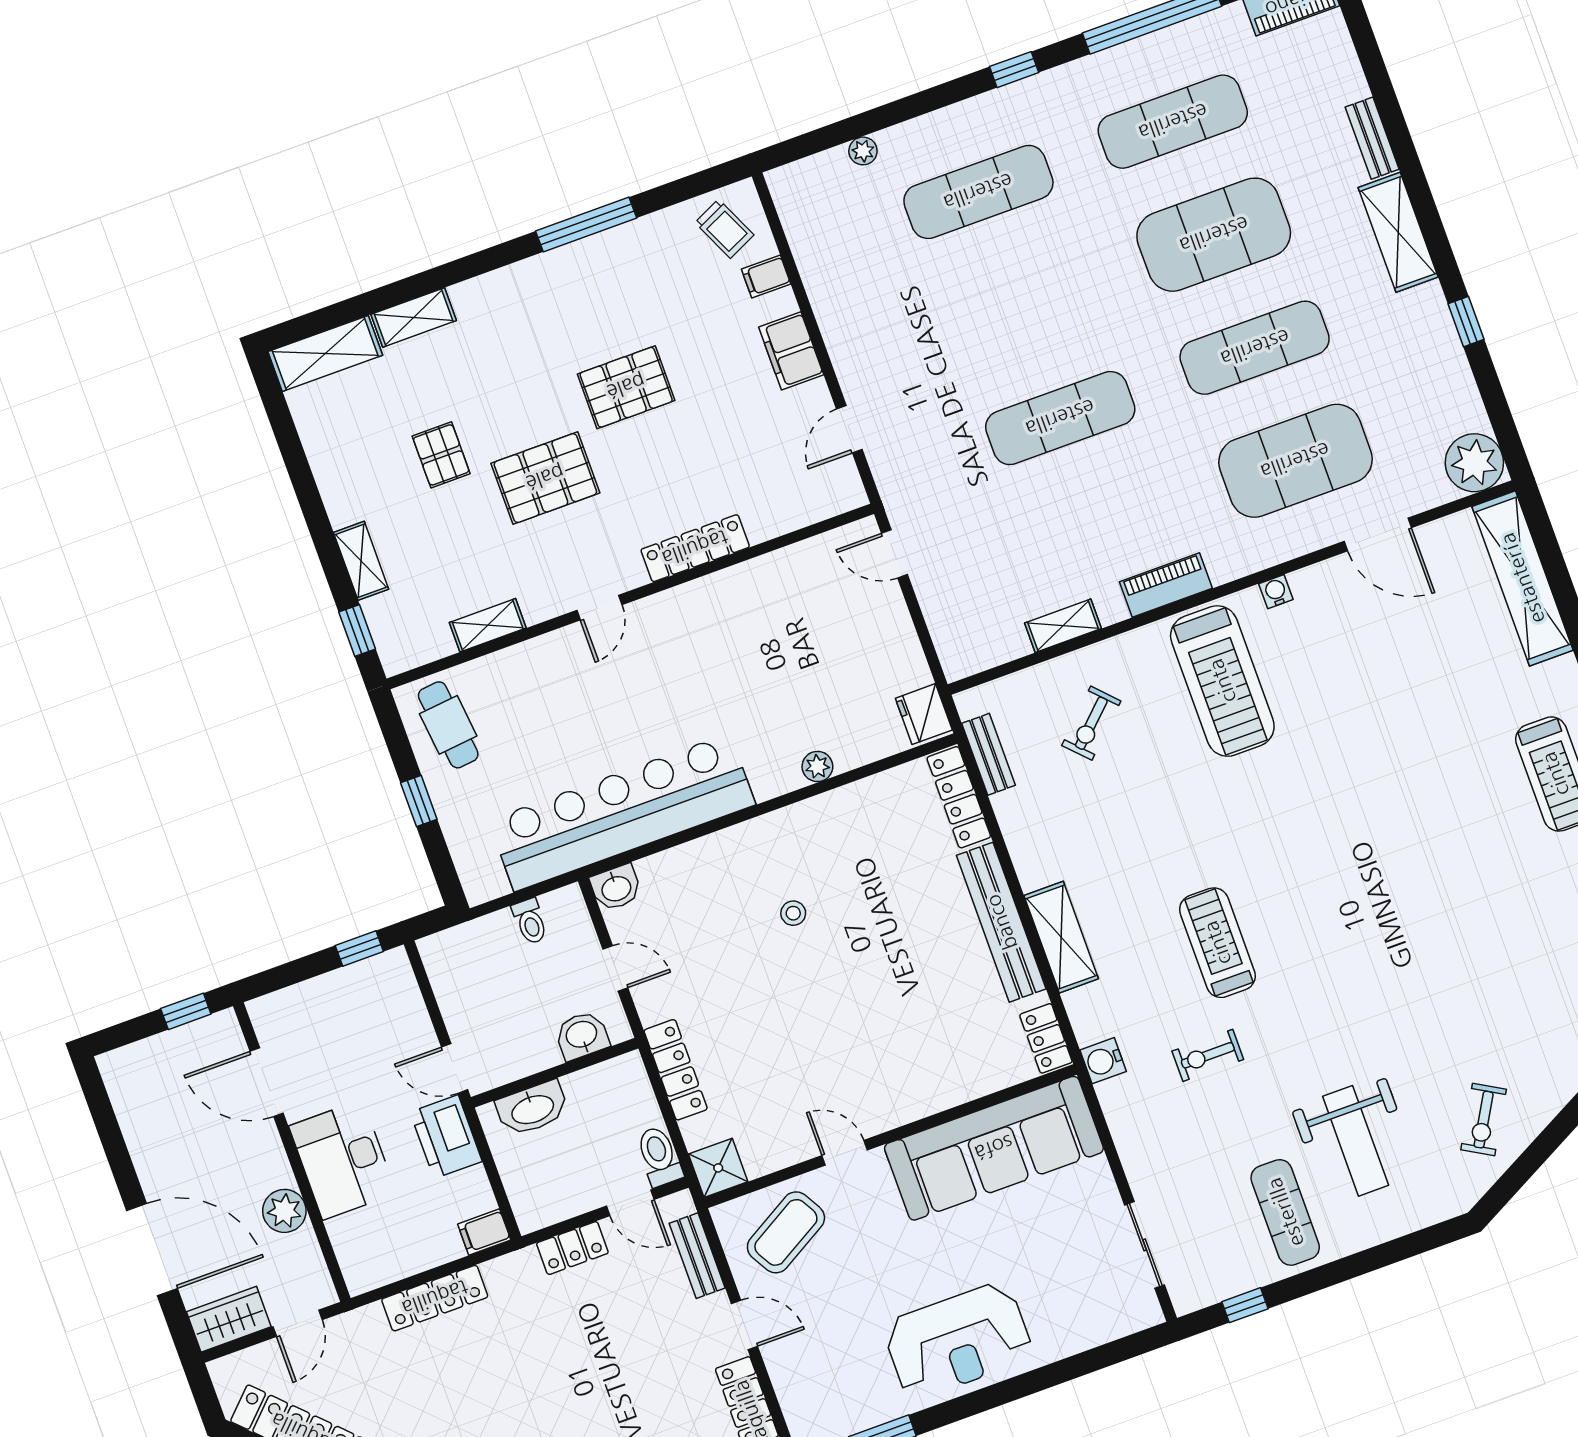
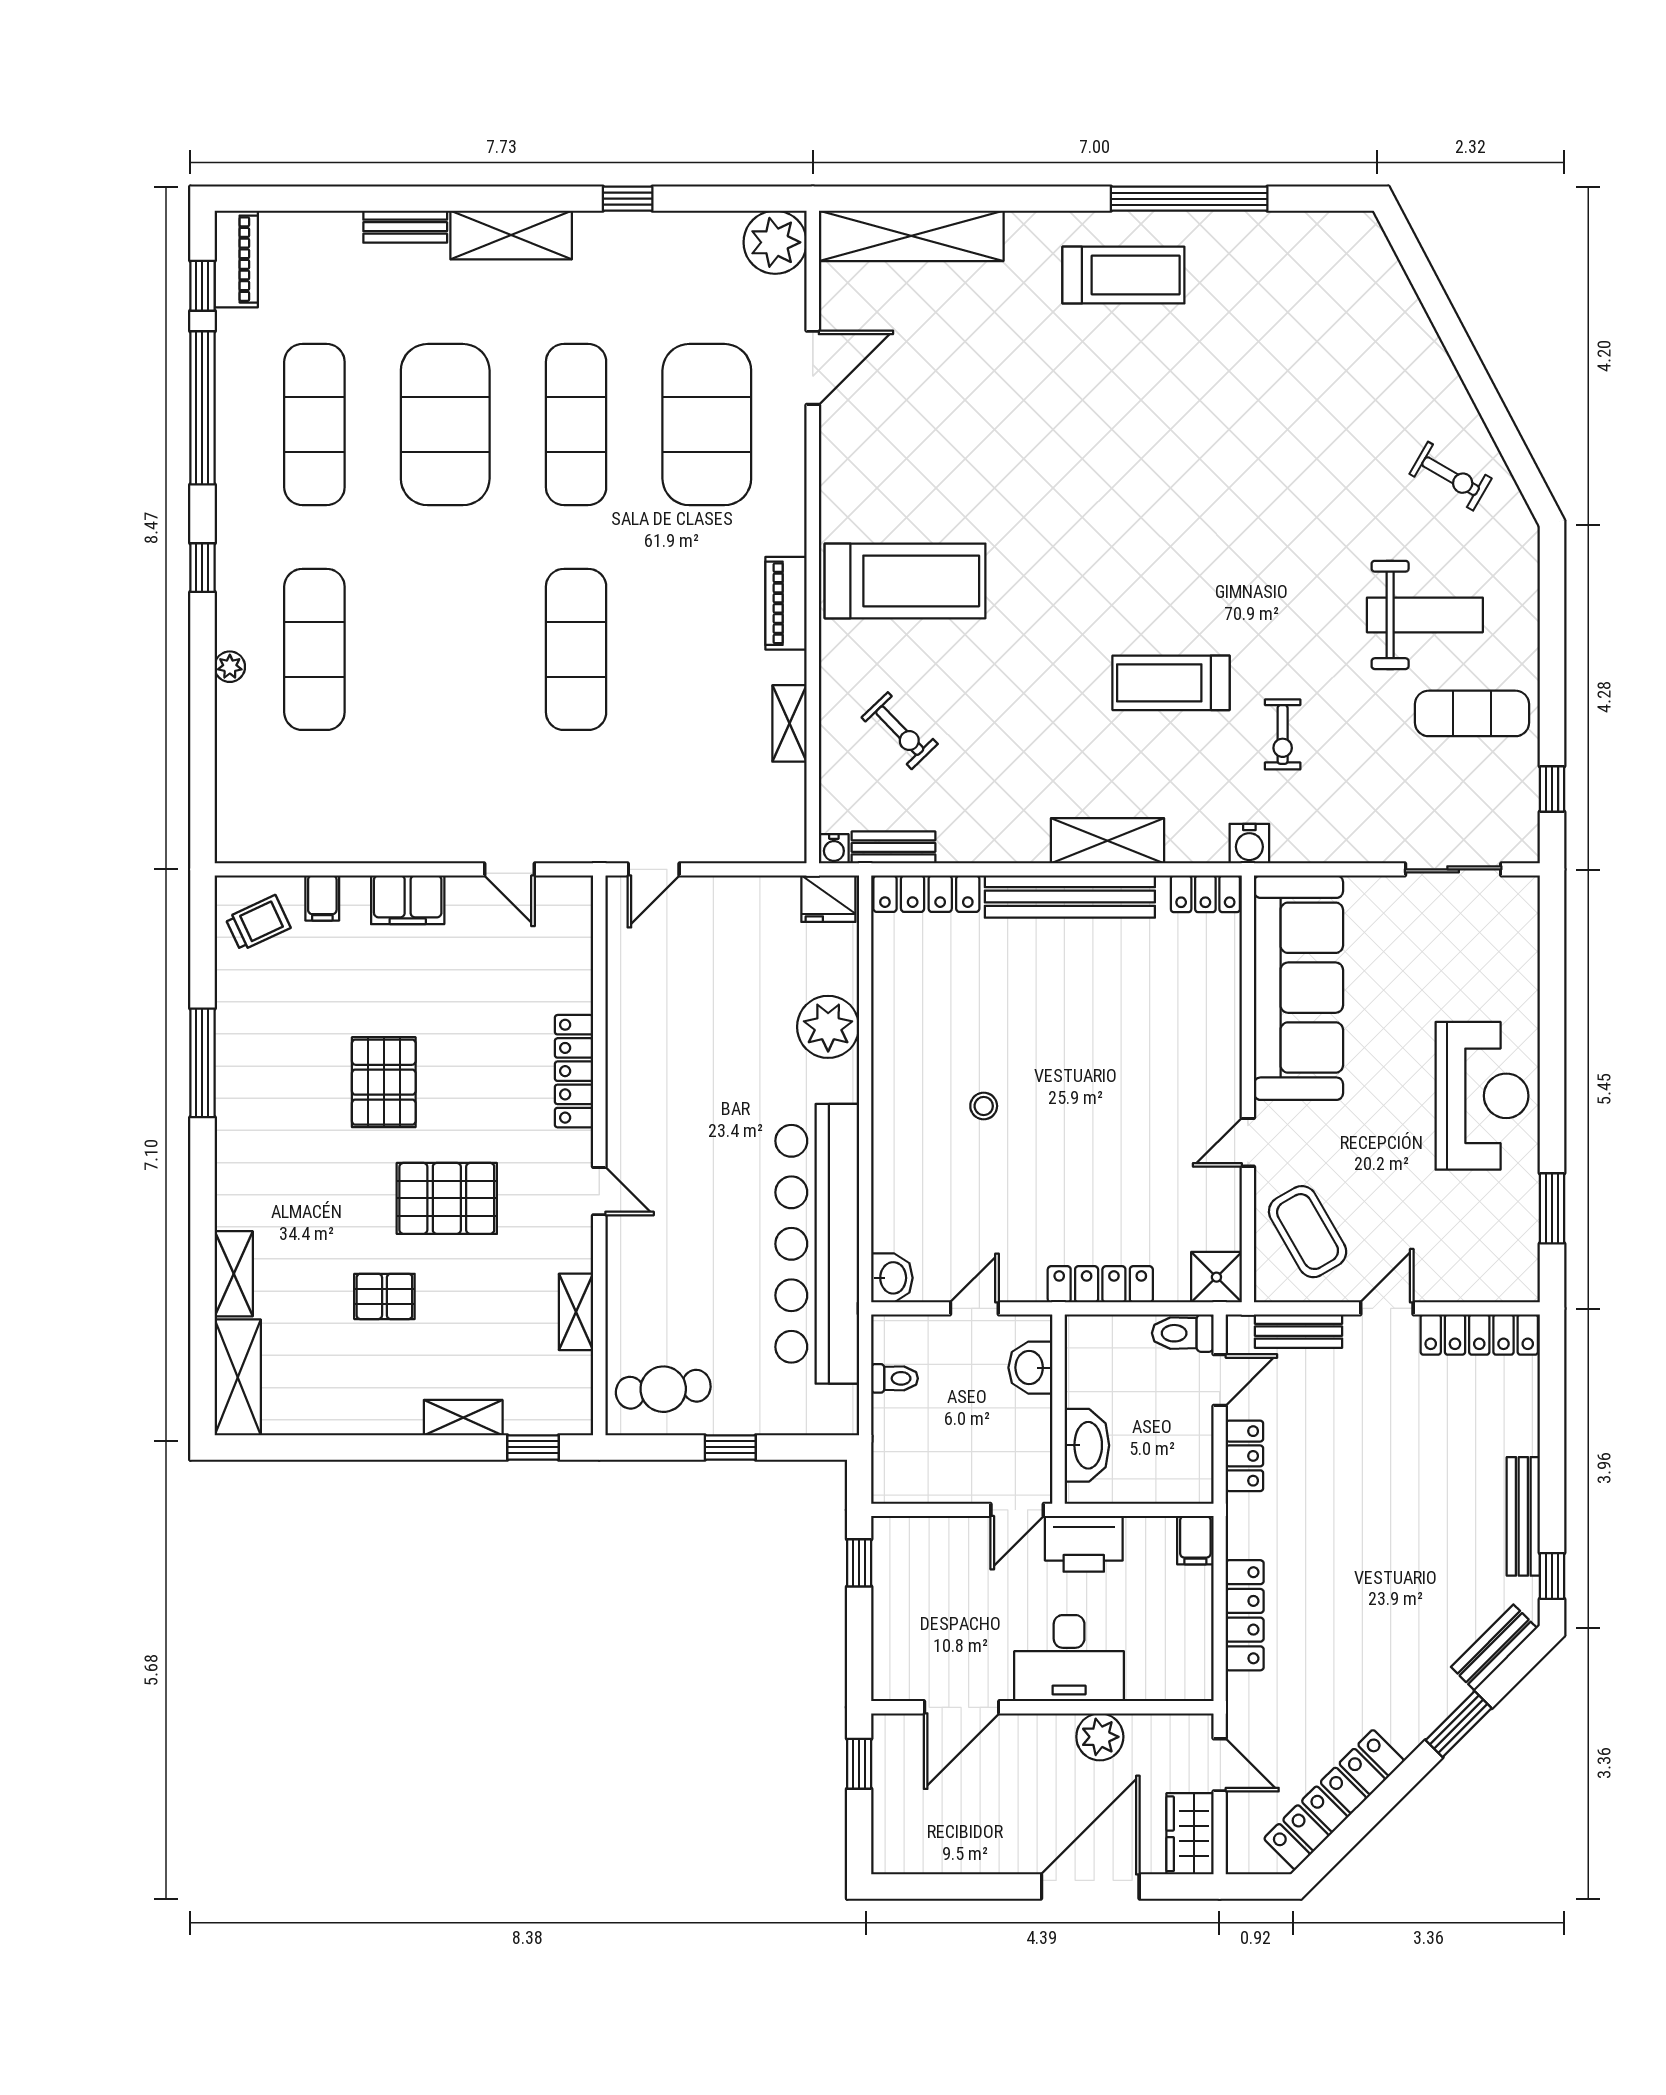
plant: (863, 151) -> (230, 667), moved
pallet: (545, 478) -> (447, 1198), turned 90
water cooler: (1276, 592) -> (834, 849), moved, turned -90
plant: (817, 766) -> (828, 1027), width x1.88, depth x1.88

